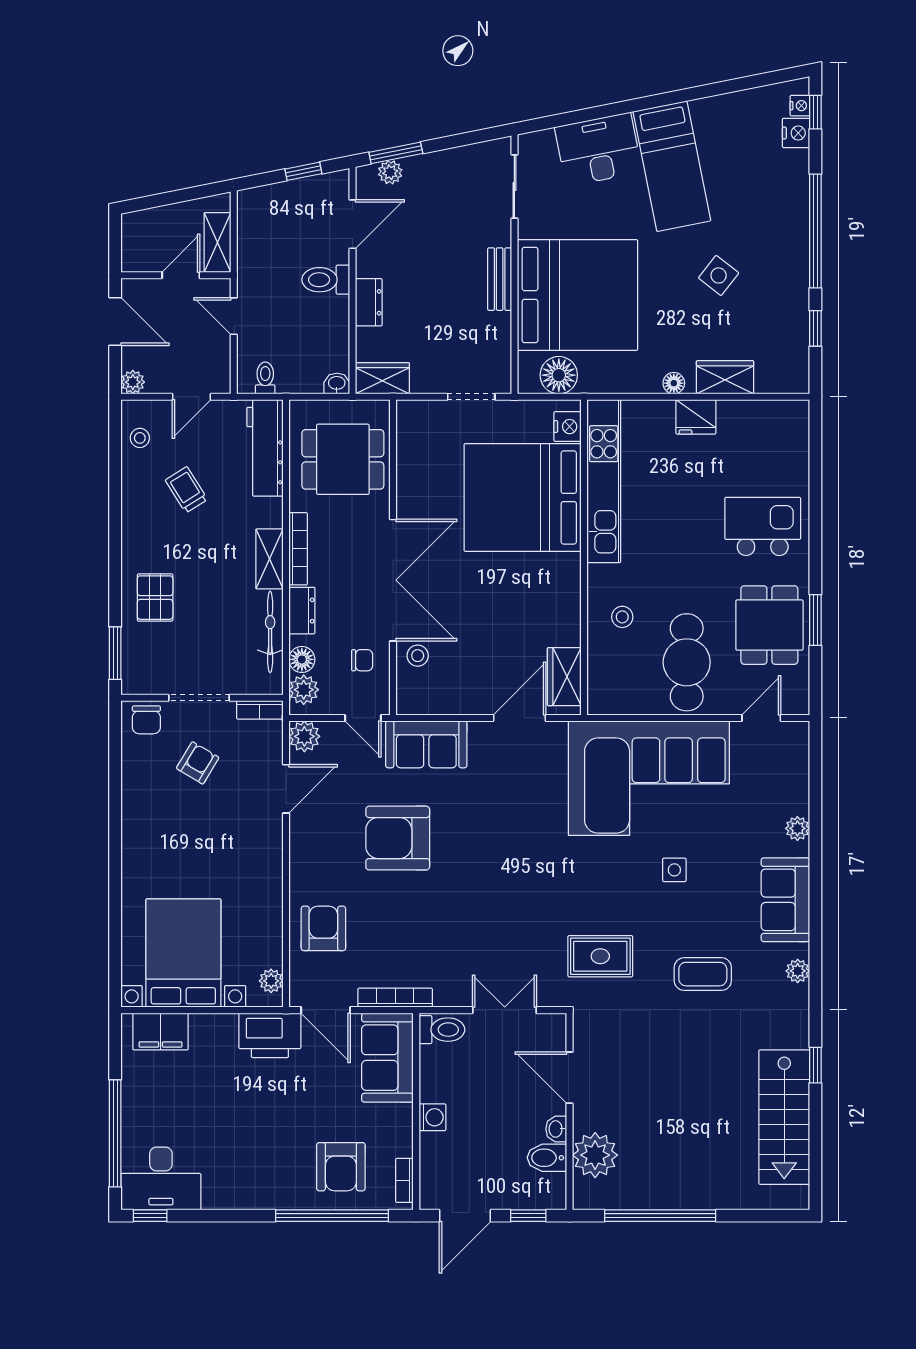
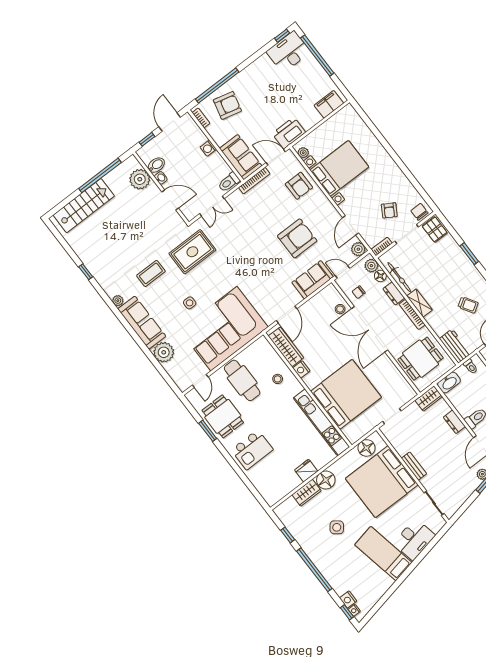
floor lamp: (674, 383) -> (326, 480), width x1.89, depth x1.89
washbasin: (337, 384) -> (449, 383), width x1.91, depth x1.45
nightstand: (567, 427) -> (301, 369), moved
workbench: (265, 448) -> (455, 346), width x0.73
pallet: (155, 598) -> (435, 229), moved
window: (115, 653) -> (469, 254), moved
wardrobe: (564, 677) -> (286, 347), width x1.50
plant: (797, 828) -> (164, 352), width x1.88, depth x1.88
sofa: (785, 900) -> (142, 323), width x1.36
bed with nightstands: (183, 953) -> (339, 168), moved, turned -90
rug: (600, 956) -> (192, 252), width x1.36, depth x1.43
stairs: (784, 1117) -> (84, 206), moved, turned 90
armchair: (341, 1167) -> (227, 105), turned 104

